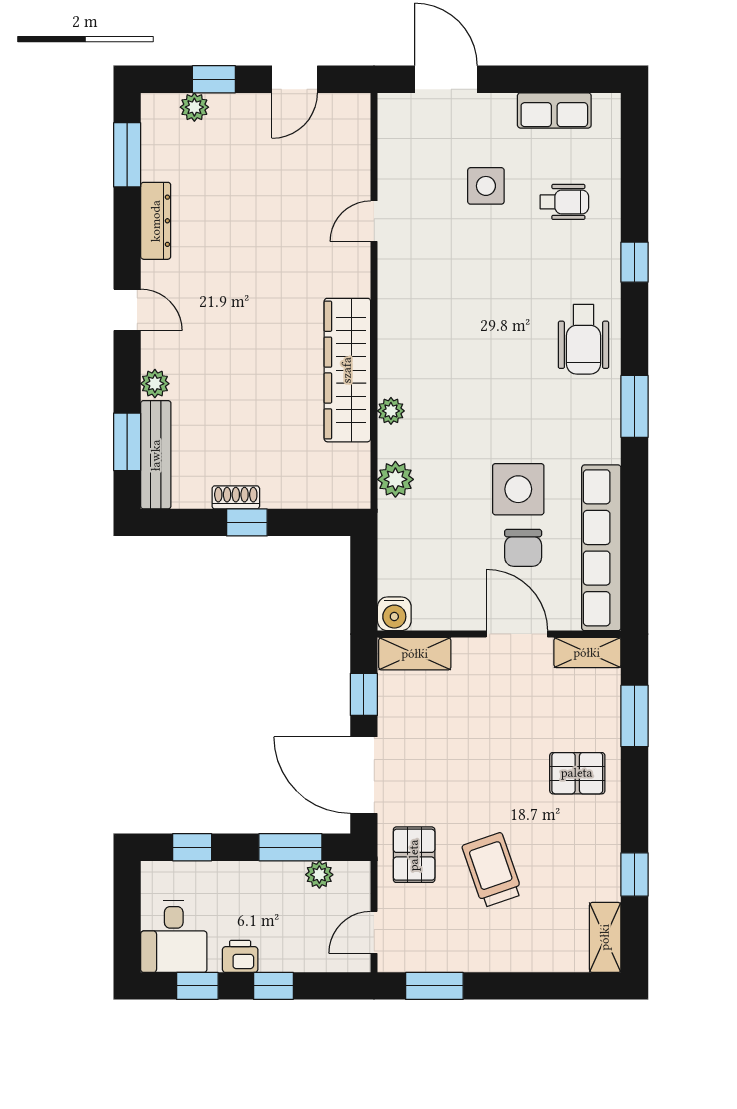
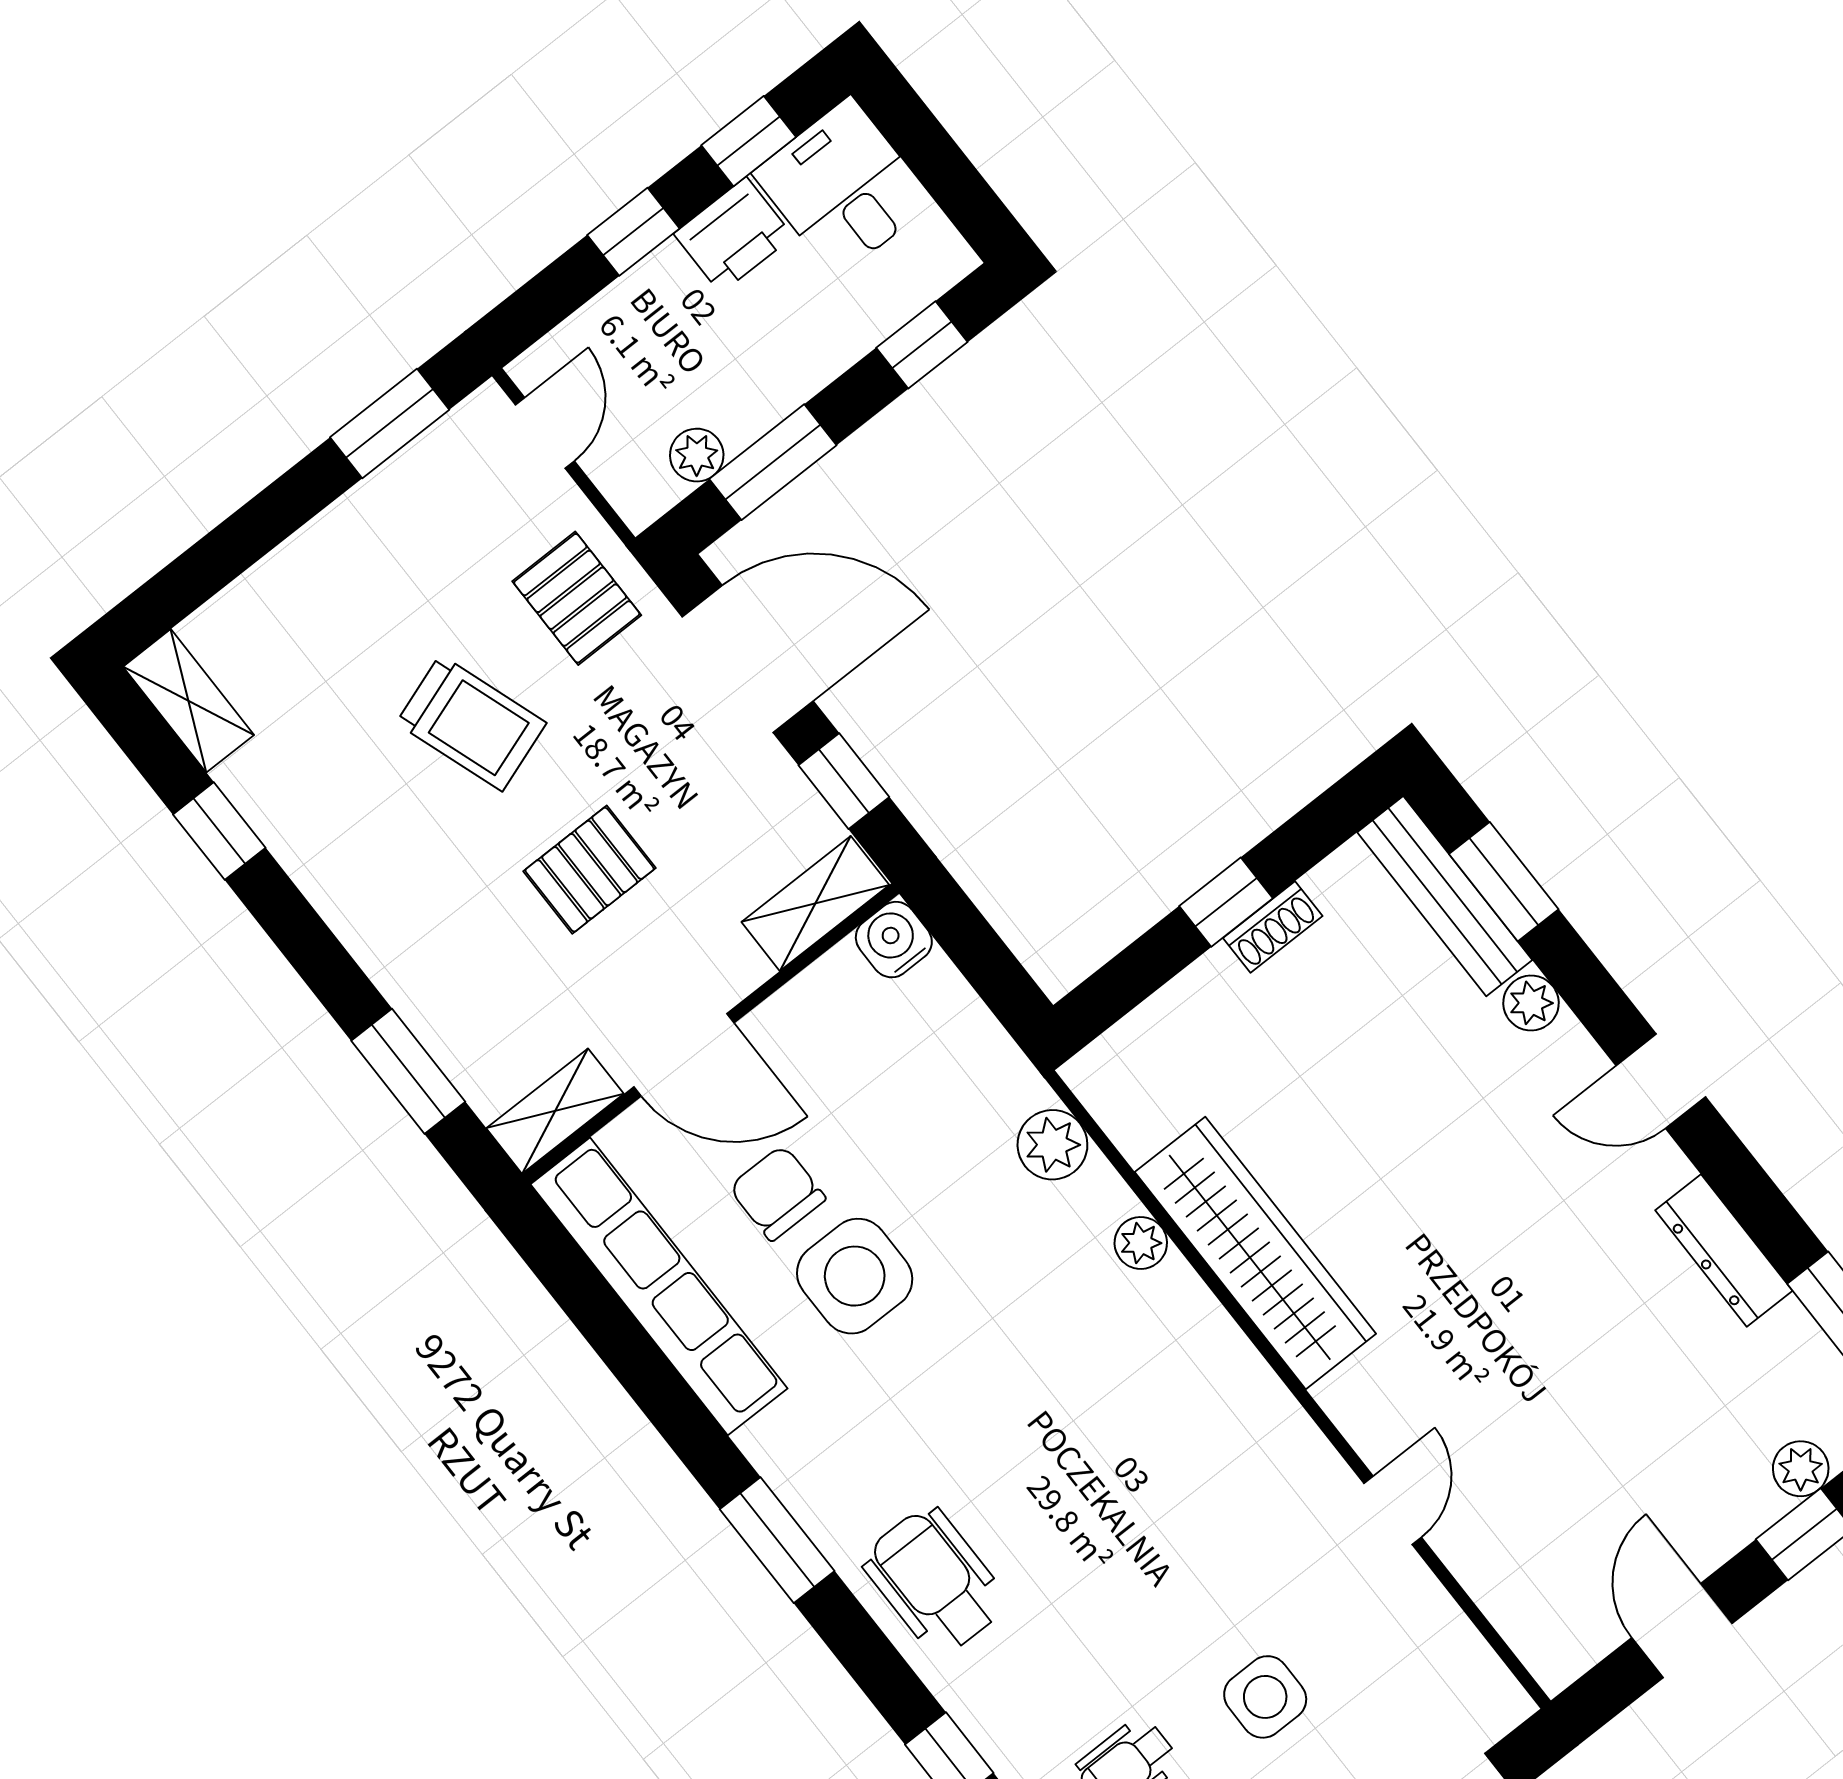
pallet: (577, 773) -> (590, 870), moved
trolley: (492, 870) -> (471, 723), moved
printer: (240, 956) -> (733, 235), width x1.36, depth x1.24

